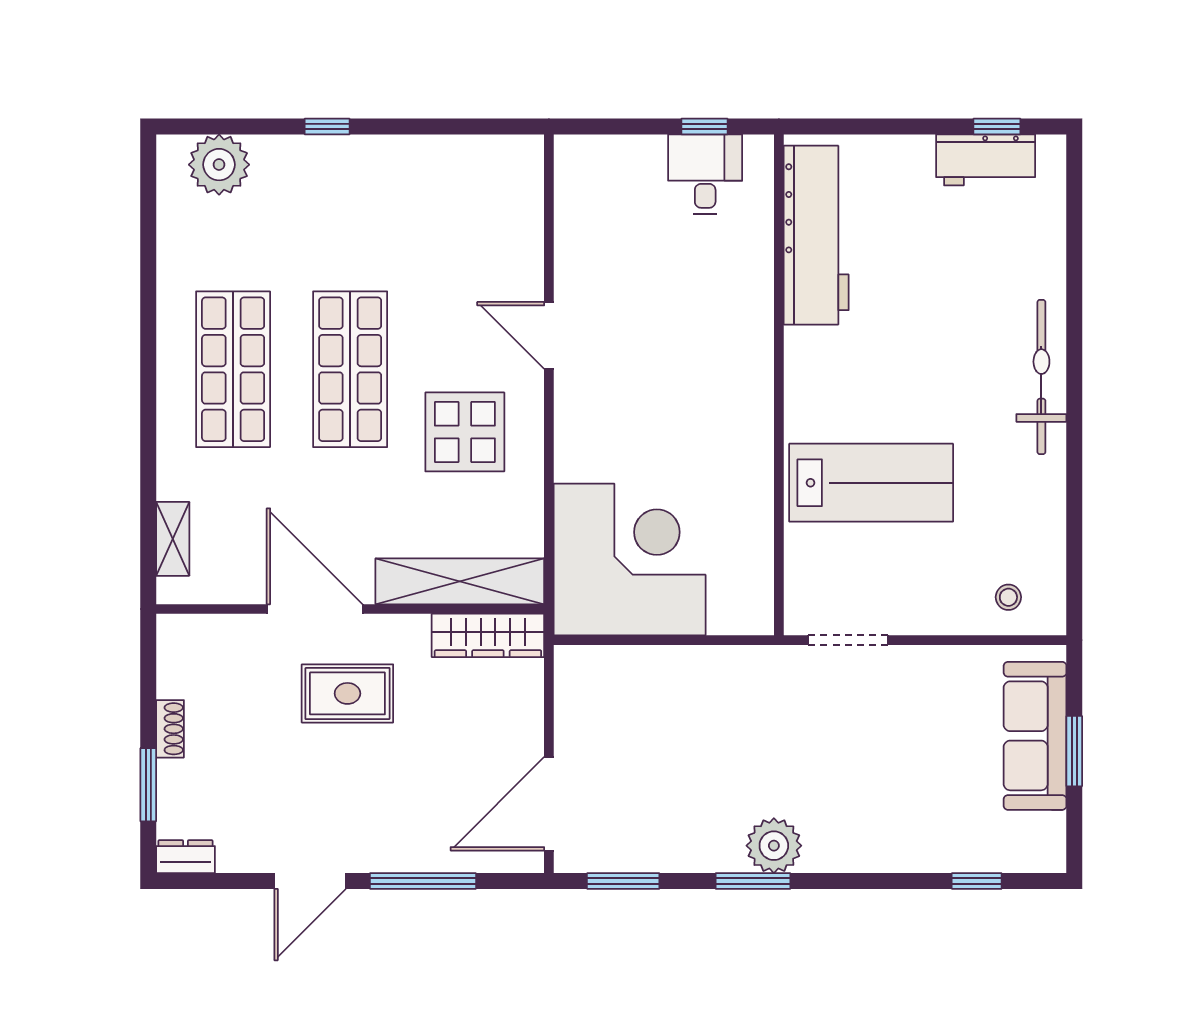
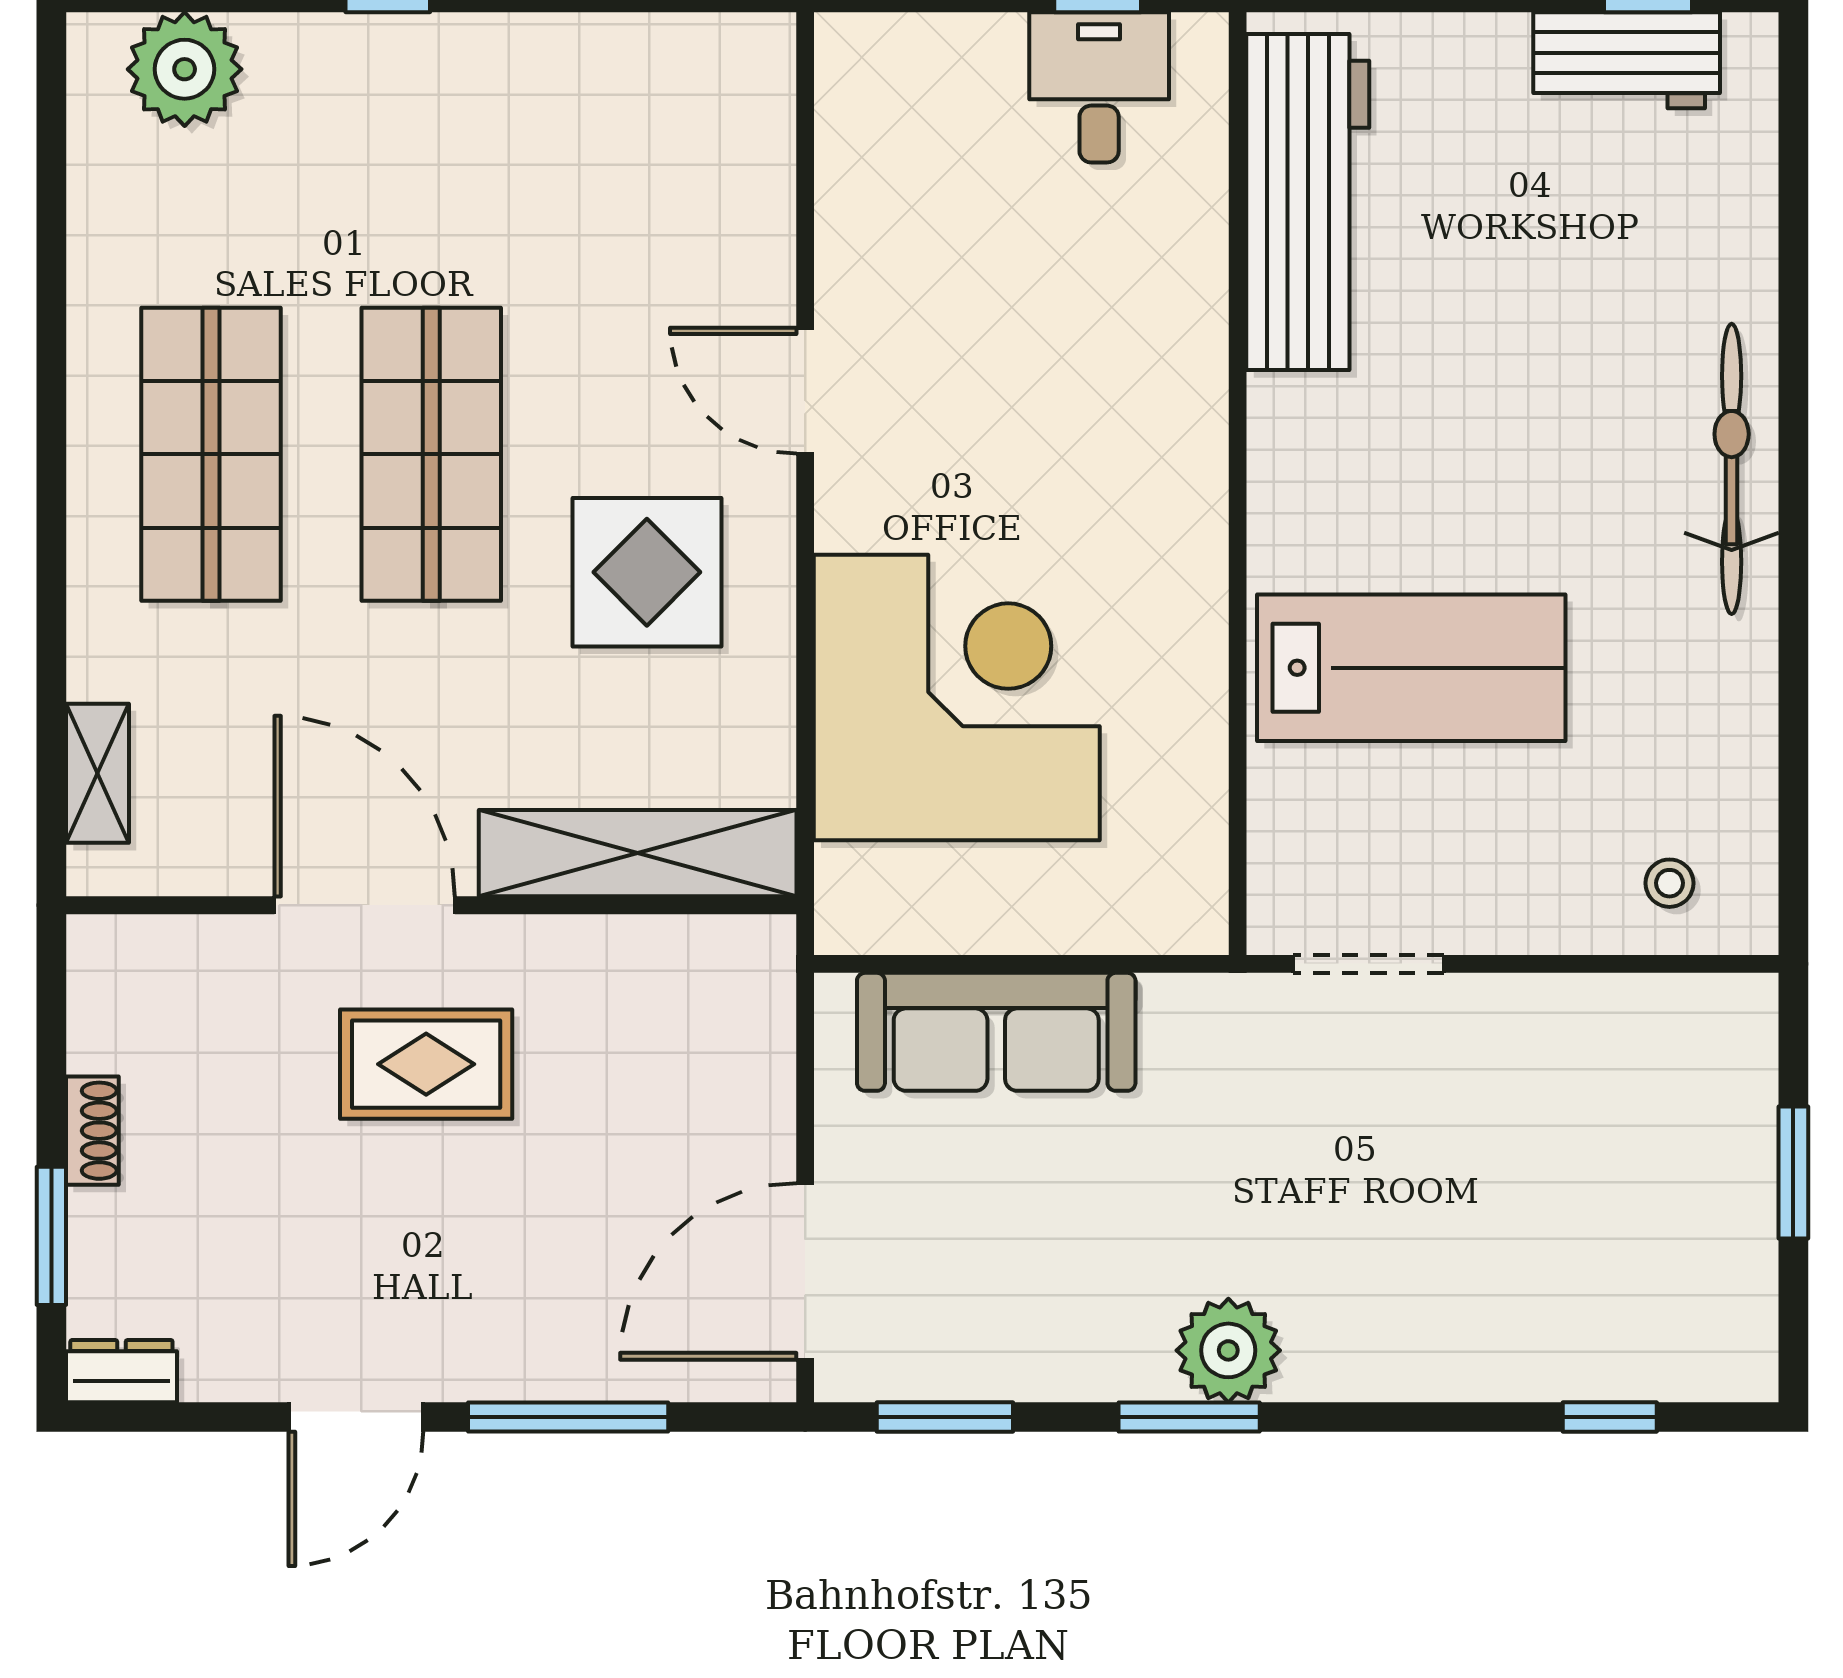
corner desk: (630, 560) -> (957, 698), moved
wardrobe: (488, 635) -> (690, 955), removed
sofa: (1035, 736) -> (996, 1032), moved, turned -90

